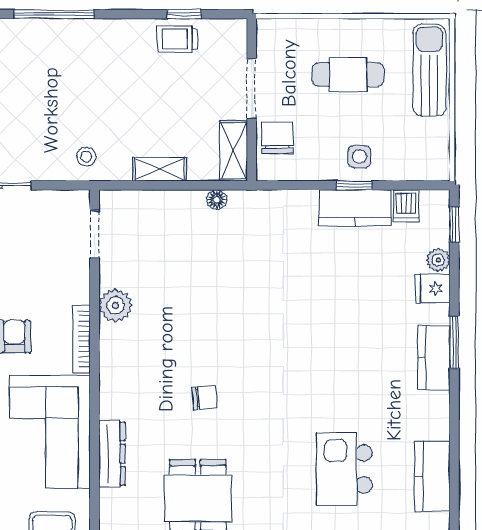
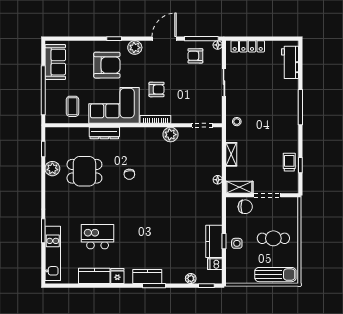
cafe table: (348, 75) -> (273, 238), turned 90
fridge: (433, 289) -> (117, 276), moved

